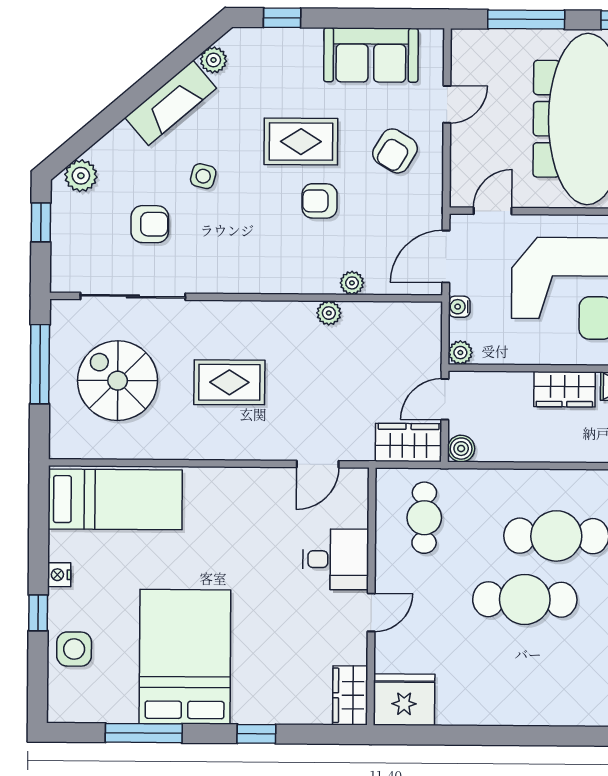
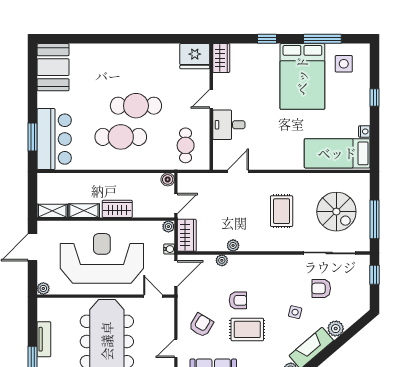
plant: (81, 176) -> (336, 329), moved
door: (493, 211) -> (153, 296), swing flipped
window: (41, 222) -> (375, 275), moved
rug: (229, 382) -> (282, 211), turned 90
wardrobe: (408, 443) -> (187, 235), moved, turned -90
nightstand: (59, 575) -> (364, 131), moved
side table: (74, 649) -> (344, 64), moved

